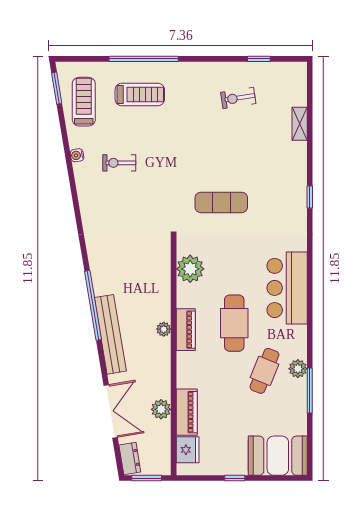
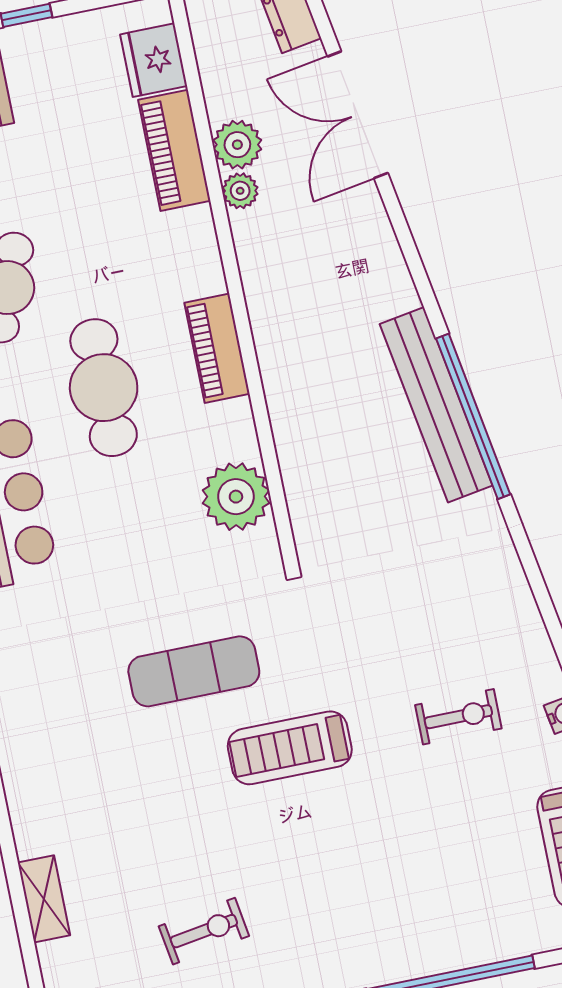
treadmill: (140, 94) -> (290, 748), moved
window: (93, 305) -> (473, 416), moved
plant: (164, 329) -> (240, 191), moved
bench: (110, 334) -> (436, 405), moved

